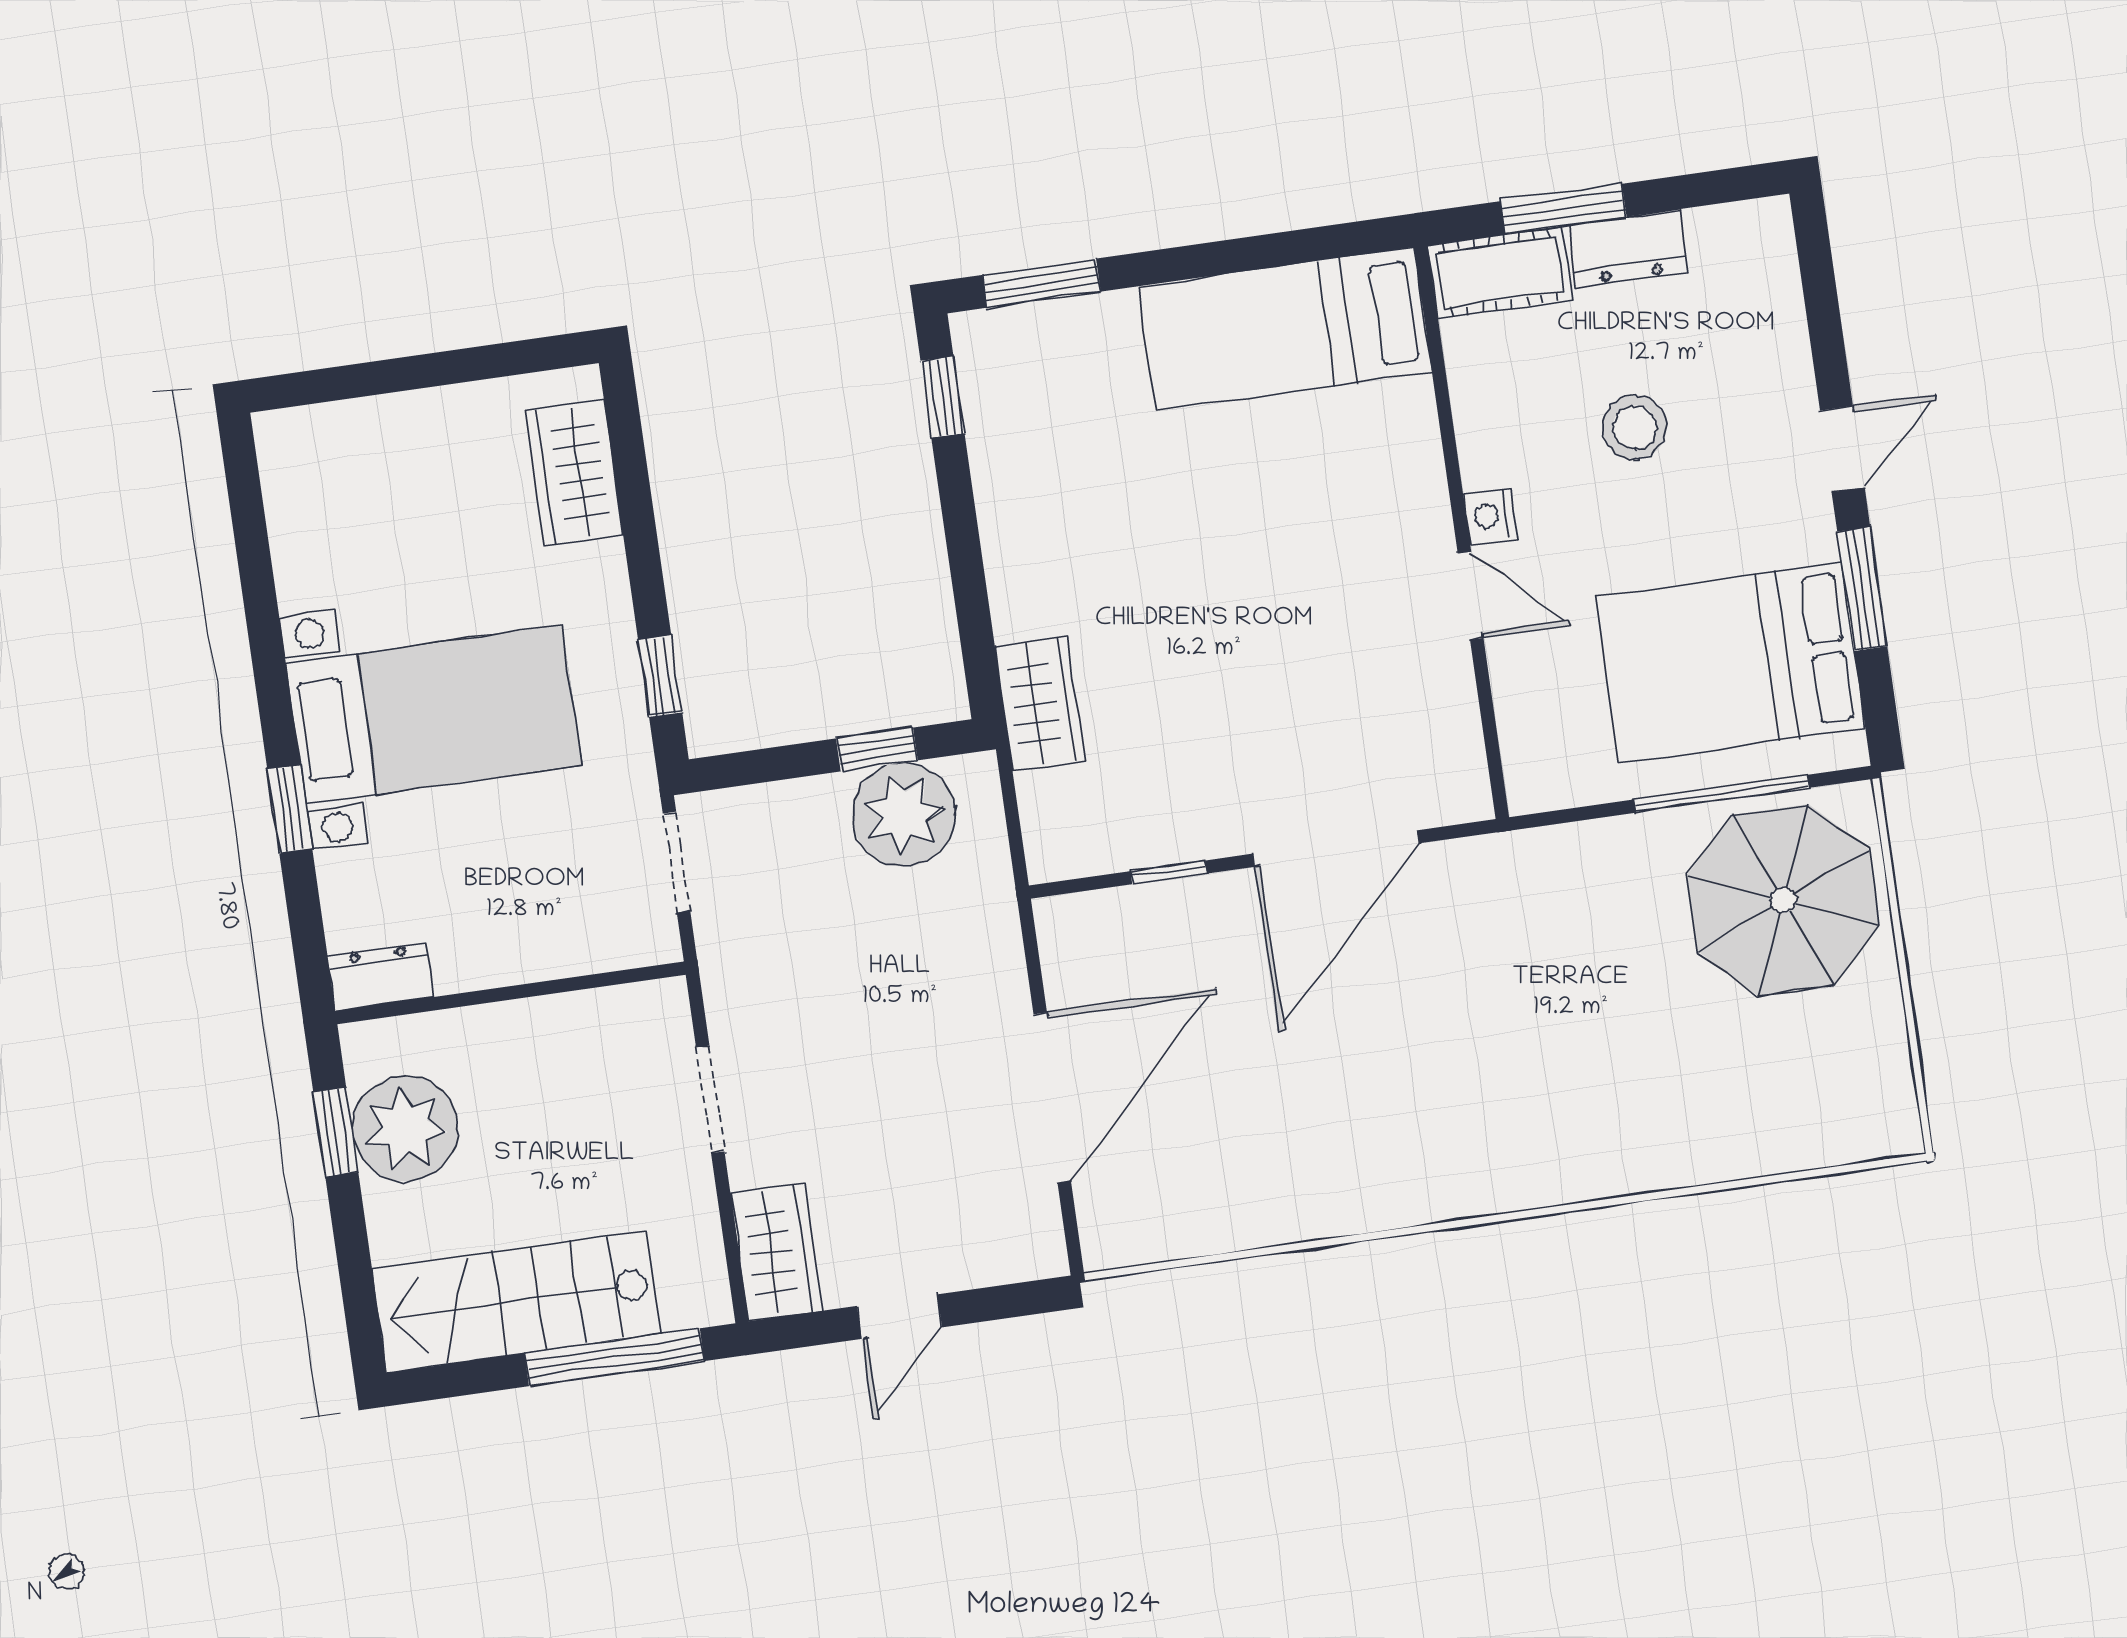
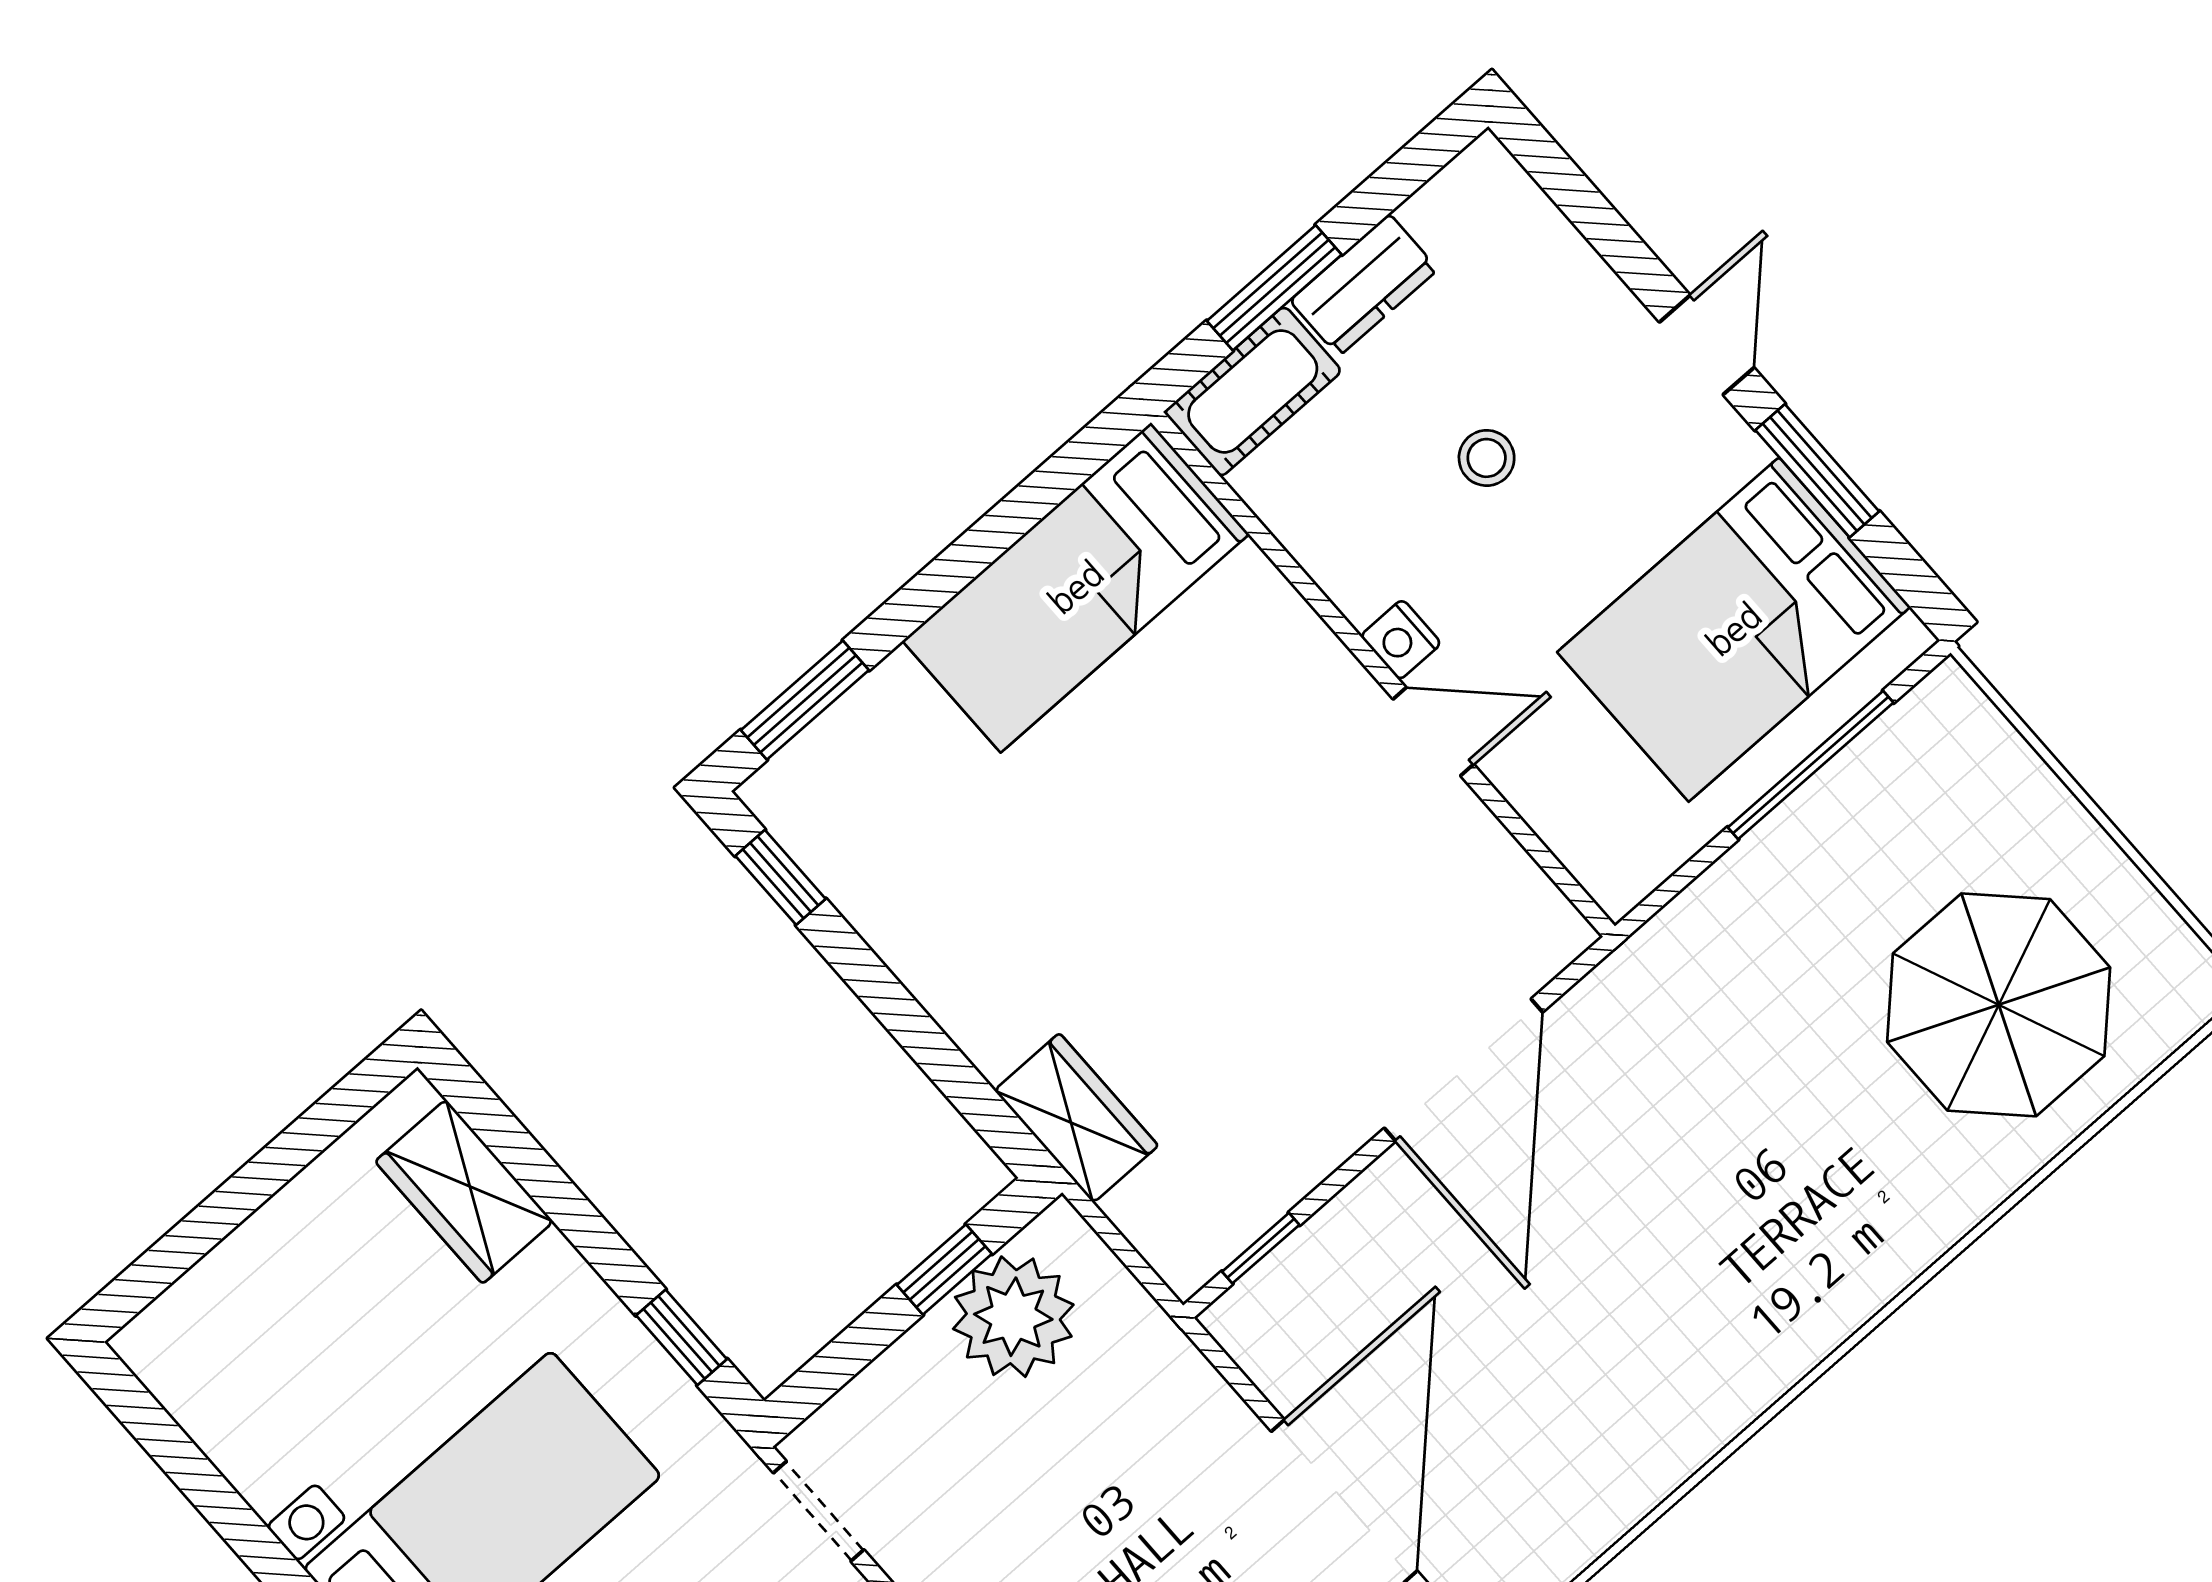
stool: (1635, 427) -> (1487, 458), width x0.73, depth x0.73
window: (1169, 872) -> (1261, 1248), moved
parasol: (1783, 900) -> (1999, 1005), moved

